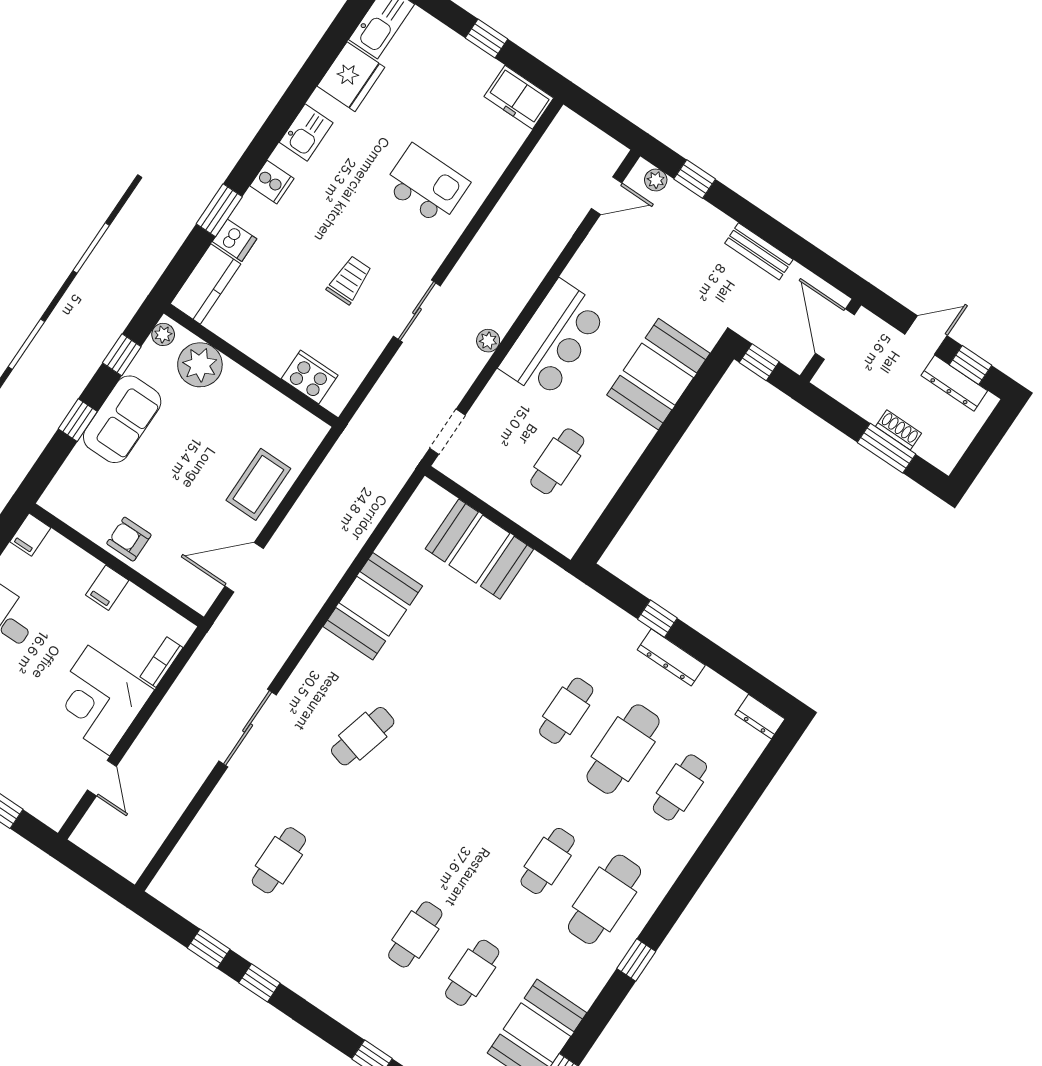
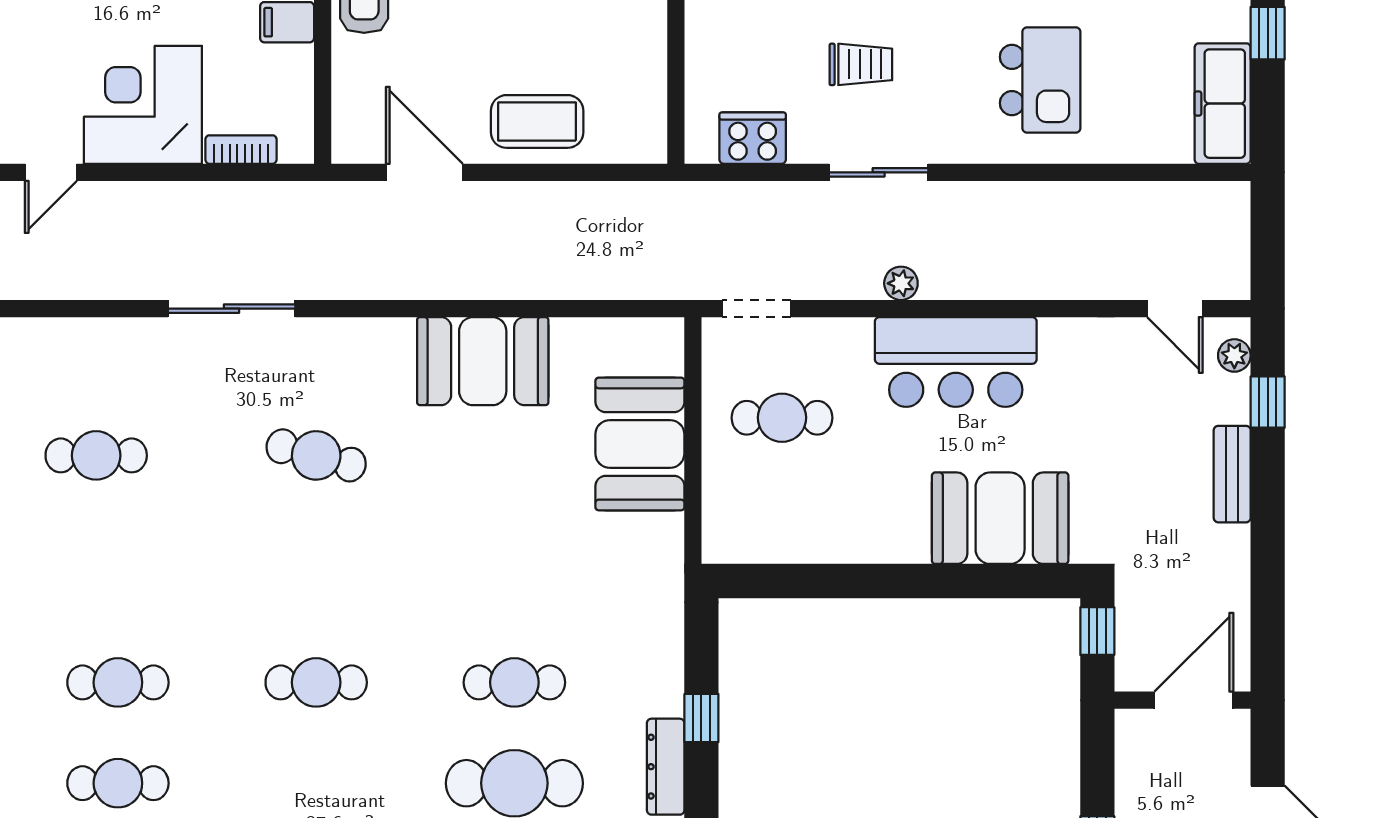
freezer: (519, 97) -> (1223, 104), width x1.40
bench: (759, 251) -> (1232, 474), moved
cooker: (310, 377) -> (753, 138), moved, turned -90
cafe table: (557, 461) -> (782, 418), moved
cafe table: (548, 861) -> (316, 682), moved

